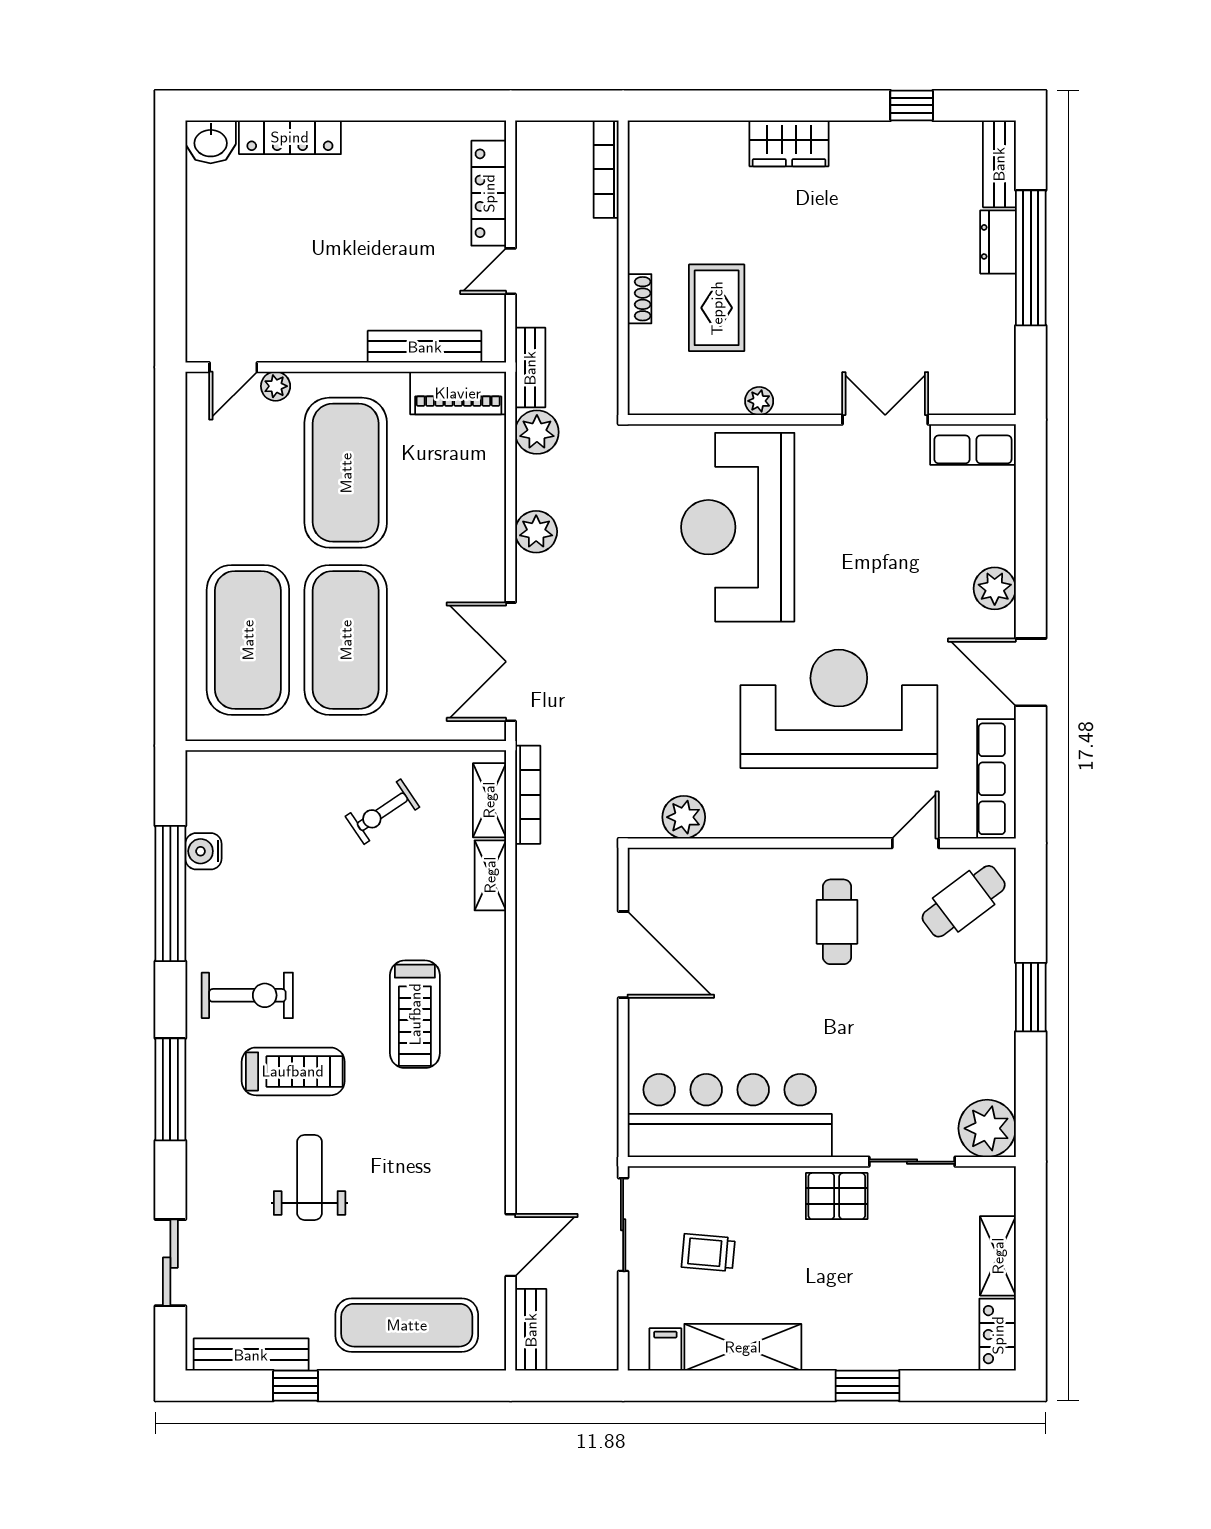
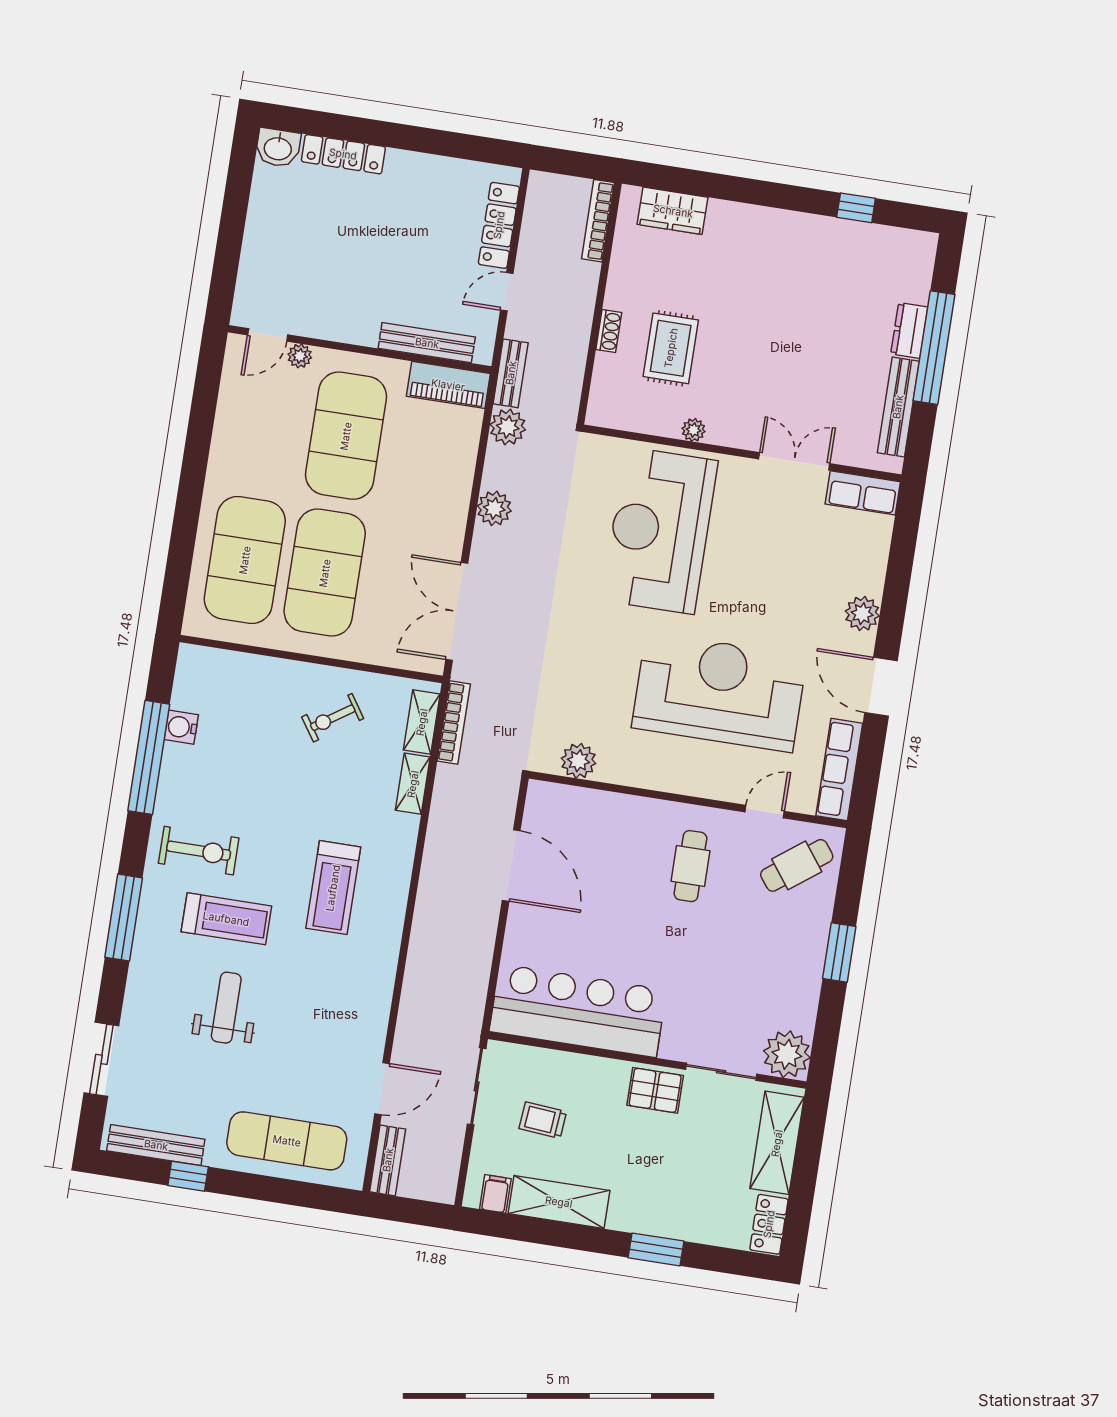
wardrobe: (789, 143) -> (673, 211), moved
bench: (999, 164) -> (898, 407), moved, width x1.36
shelving: (998, 1256) -> (777, 1143), width x1.50, depth x1.33

